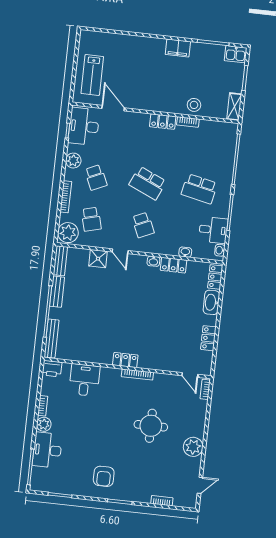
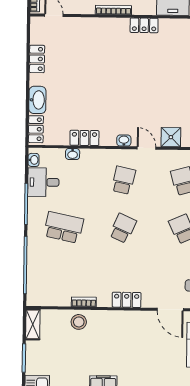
locker: (163, 122) -> (127, 300), moved
school desk: (148, 183) -> (123, 228), width x0.54
school desk: (143, 225) -> (123, 180), turned 36
washbasin: (153, 261) -> (124, 140), moved
locker: (125, 360) -> (144, 25), moved

